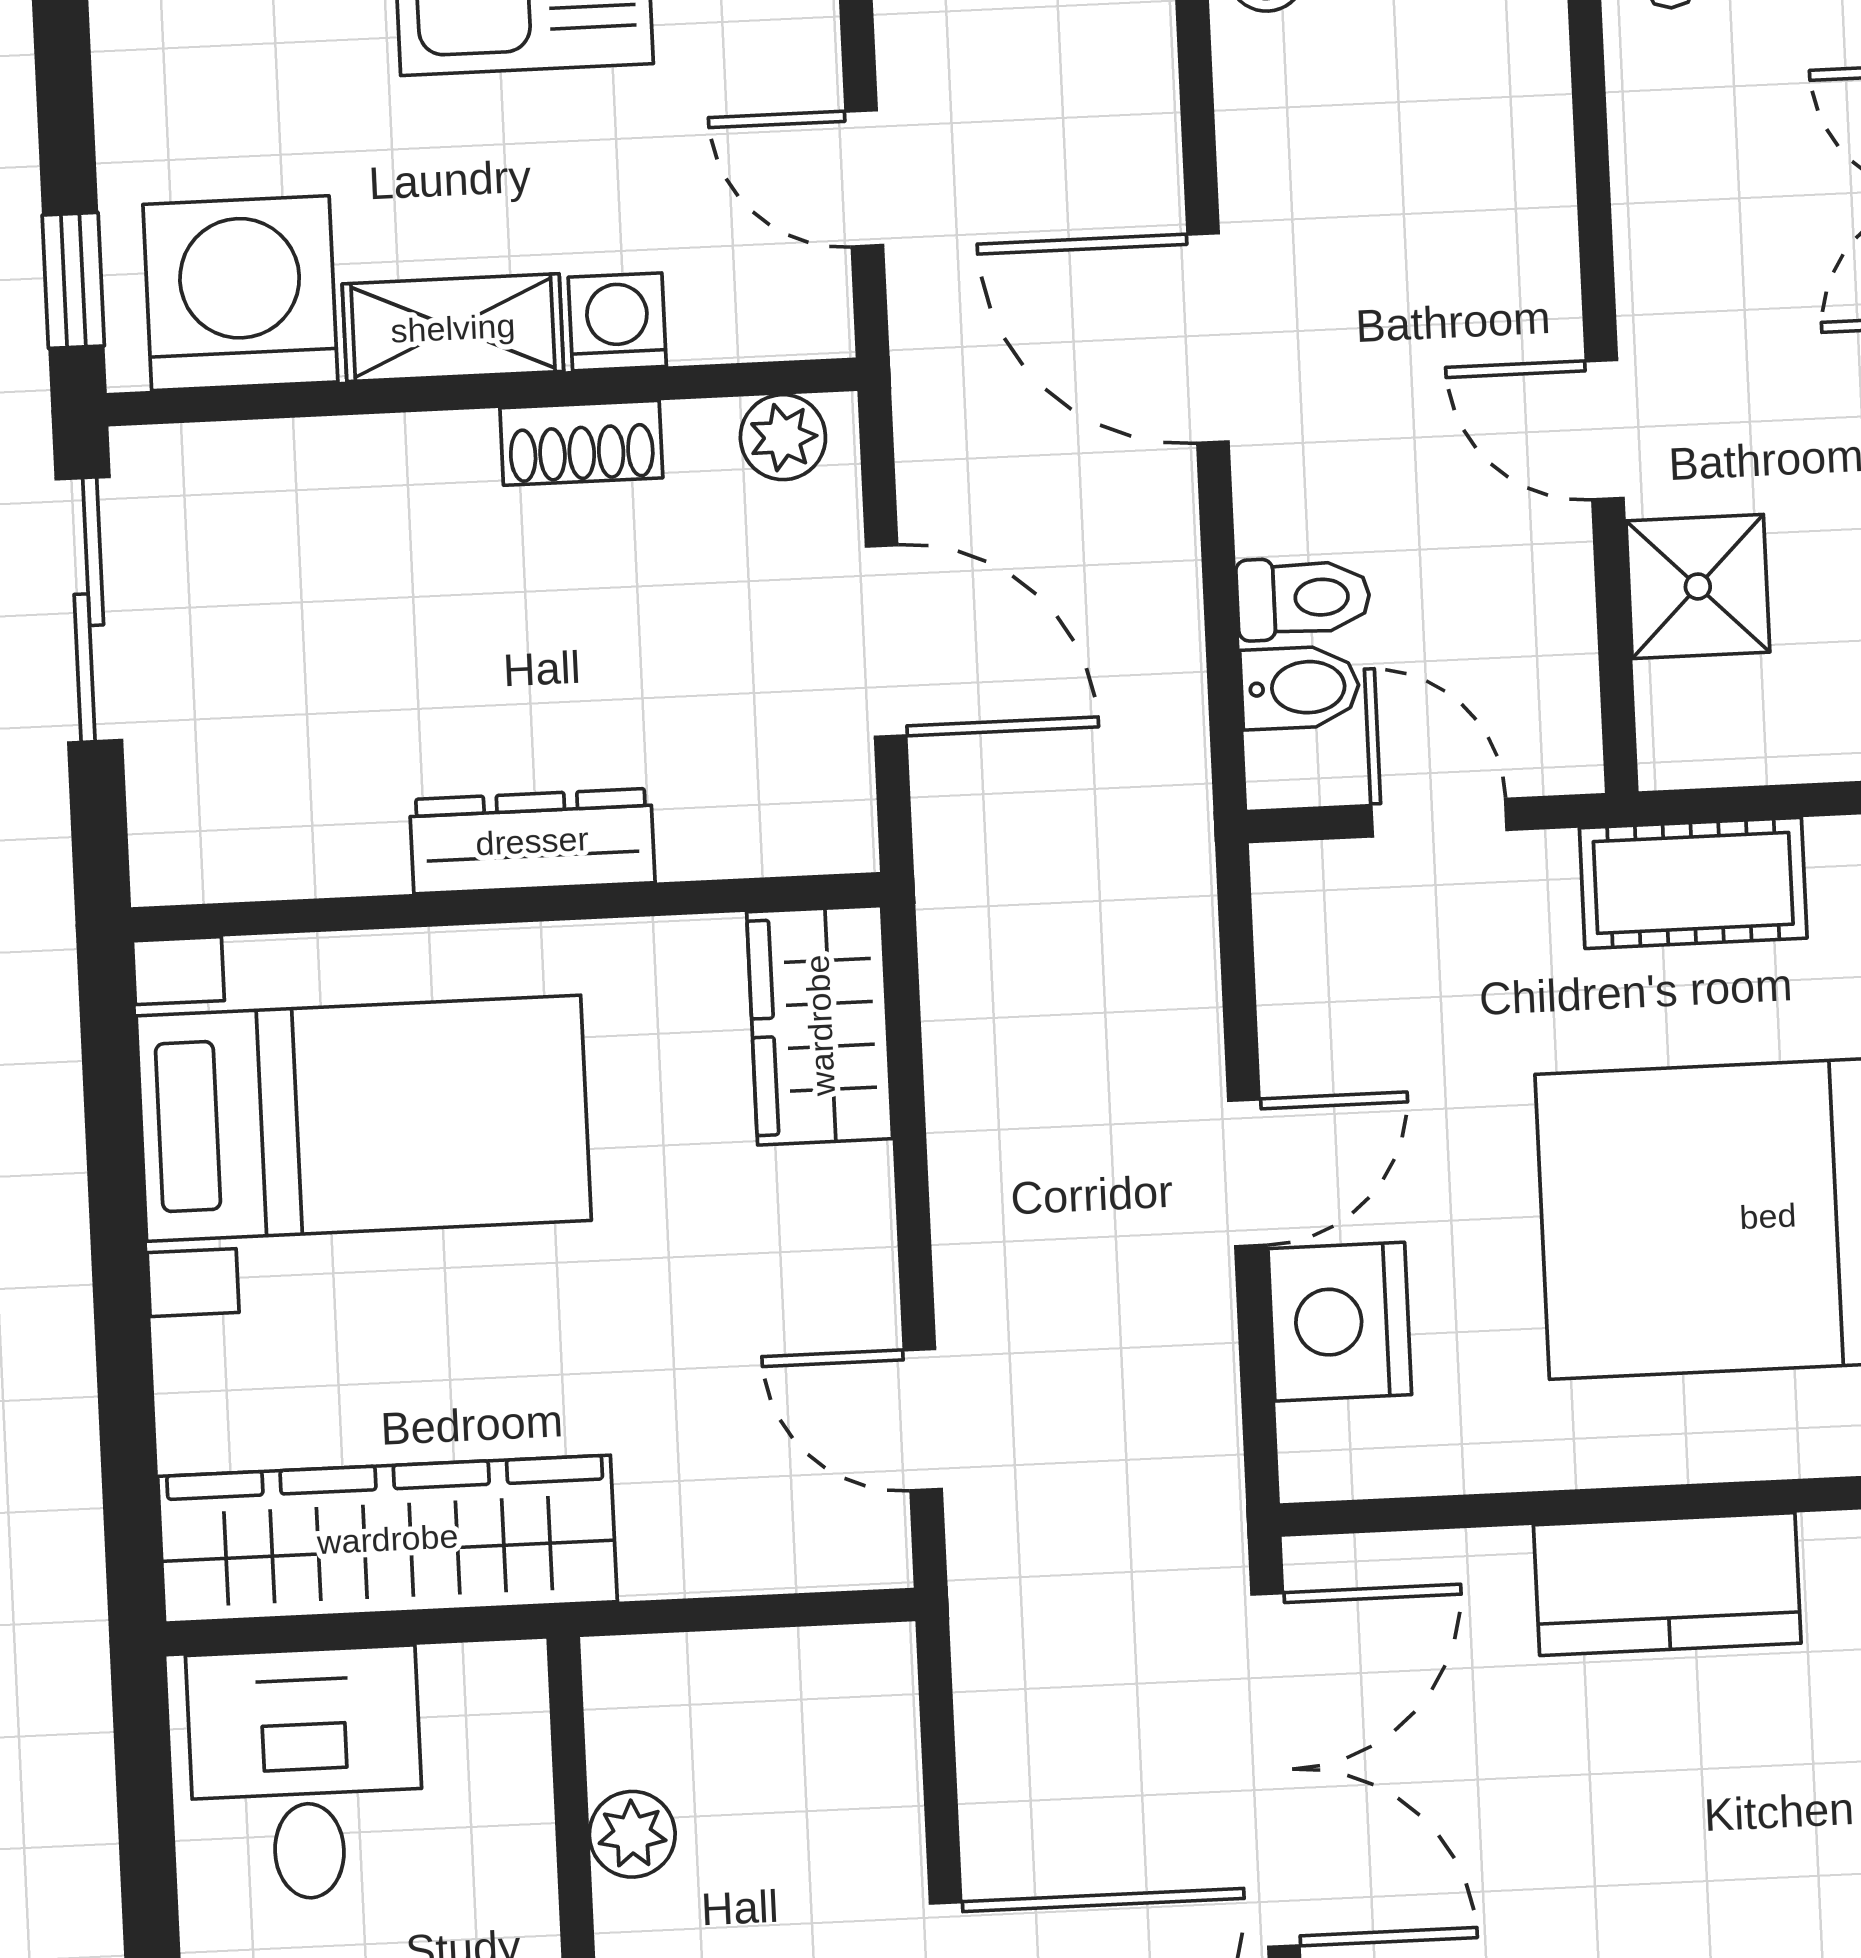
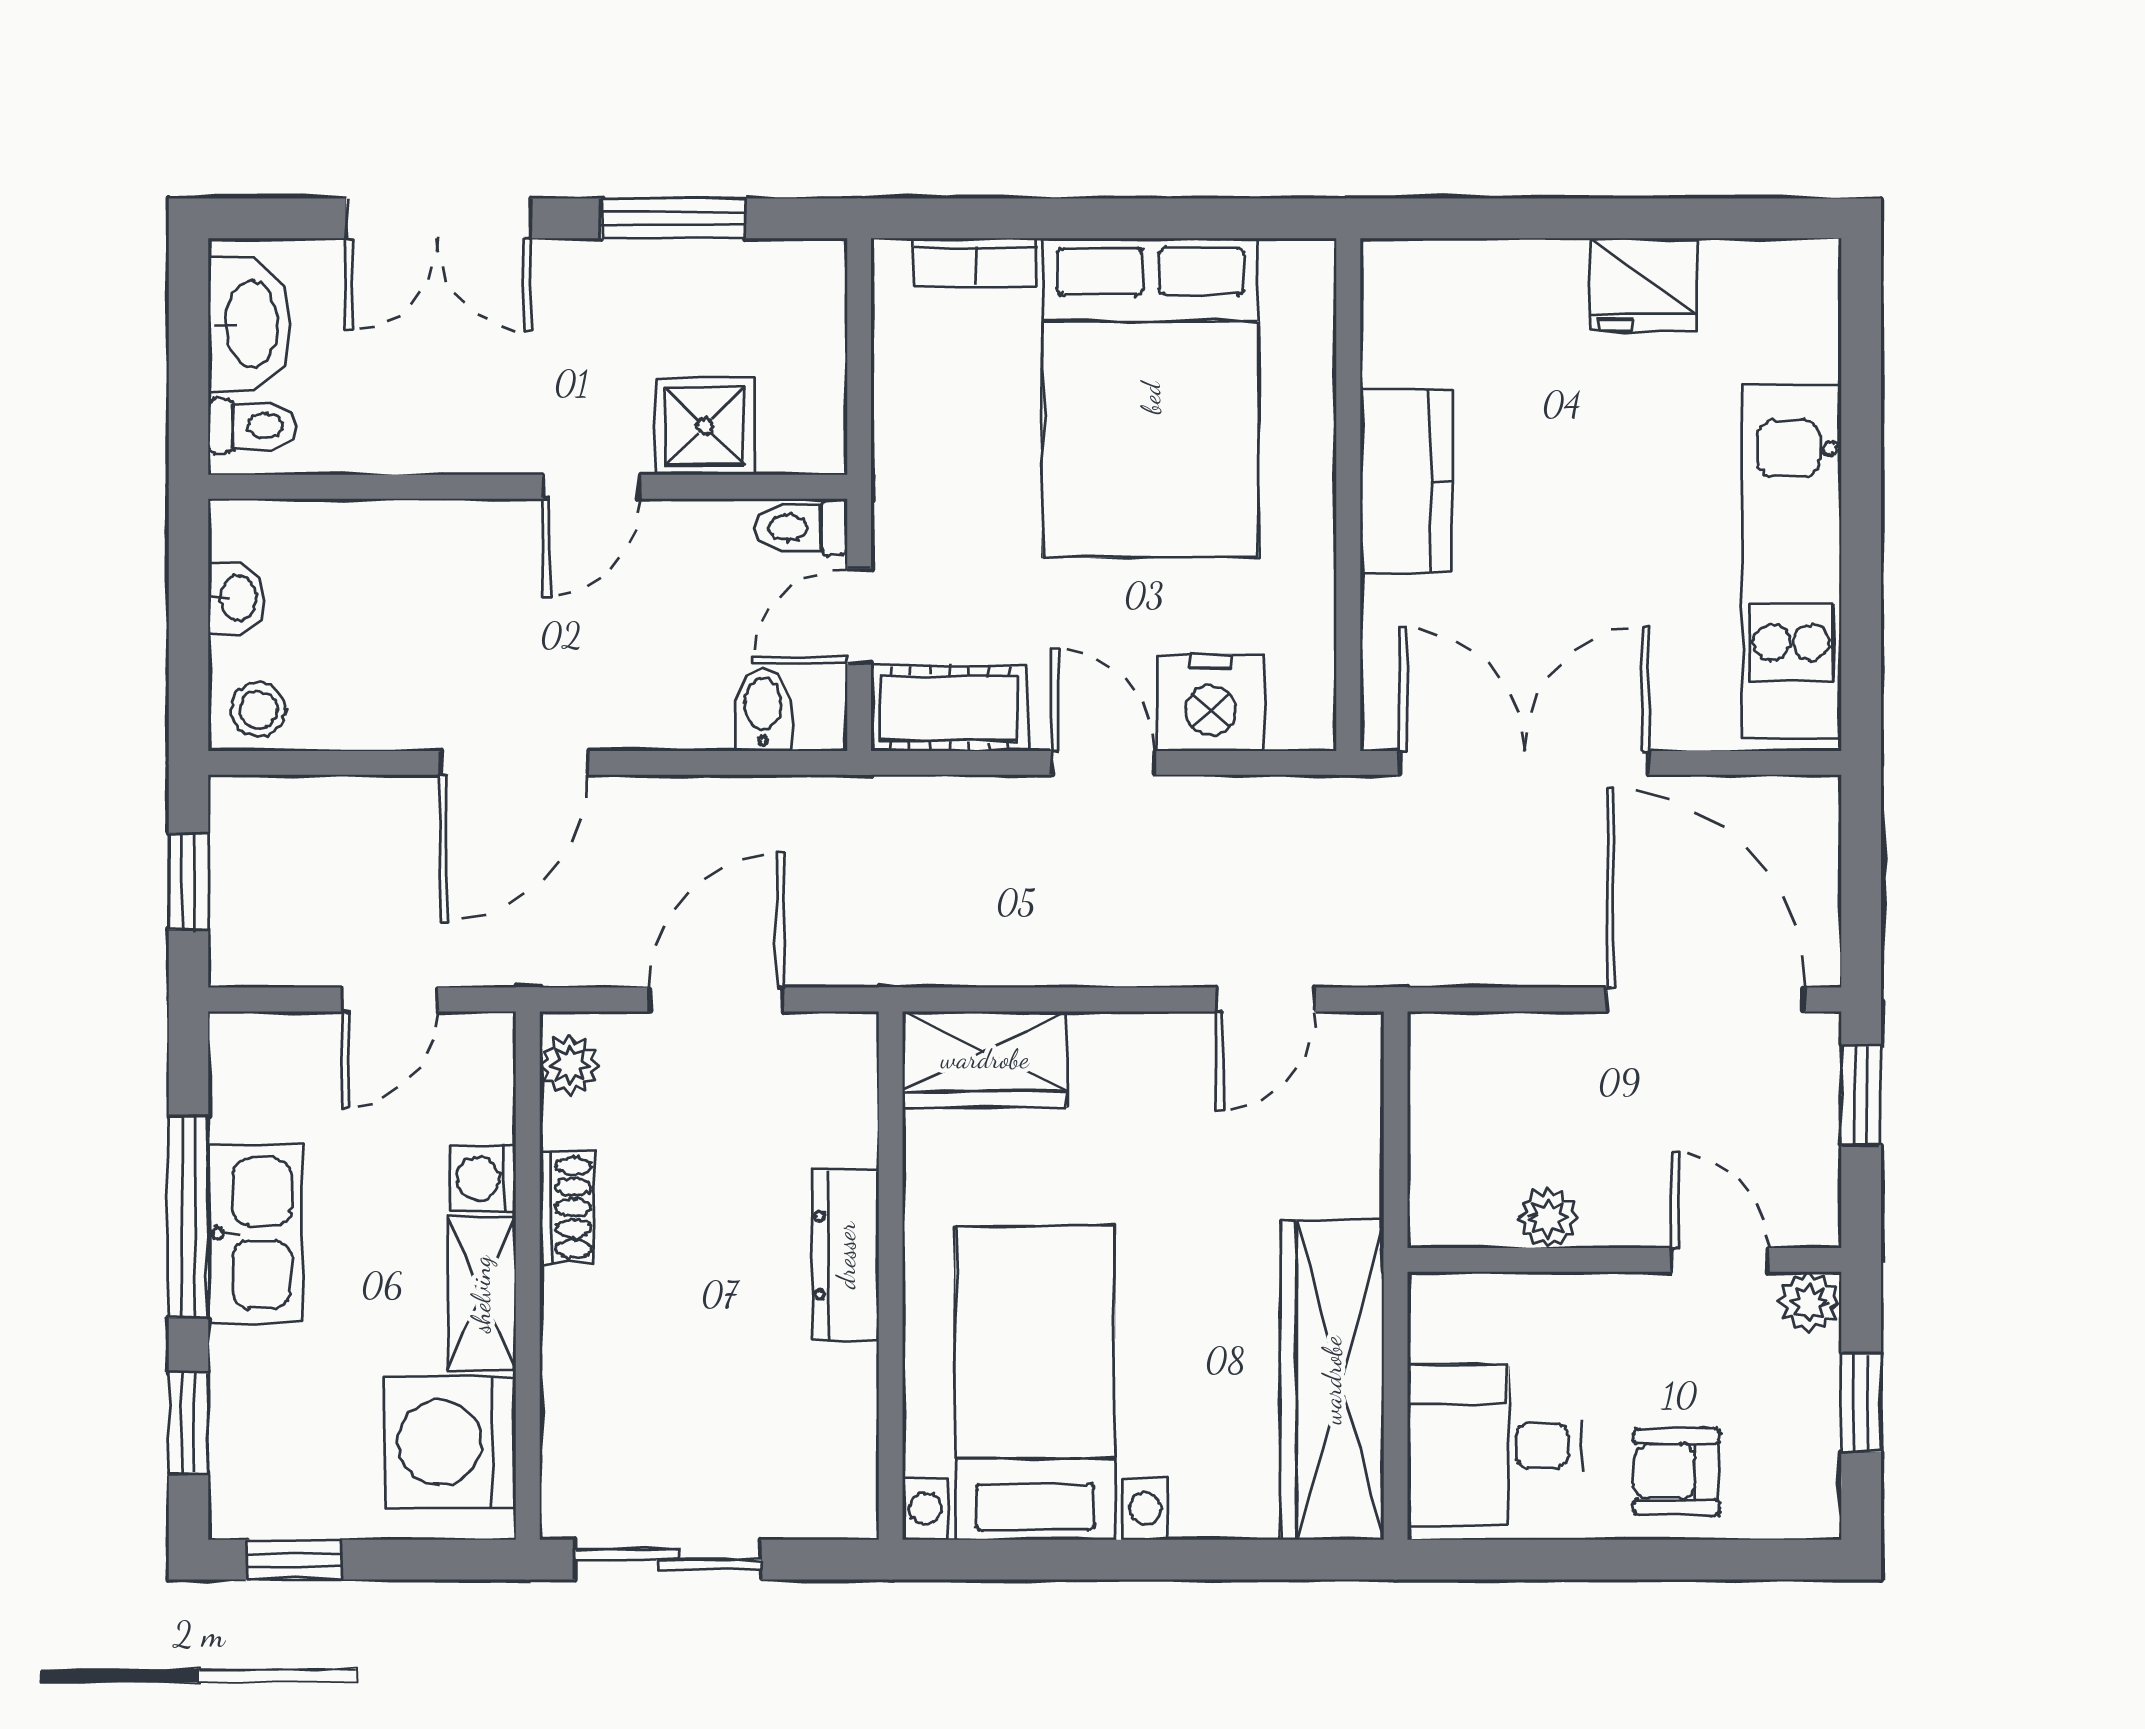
window: (73, 280) -> (294, 1560), moved
toilet: (1303, 598) -> (801, 527), moved, turned -90
cot: (1693, 883) -> (949, 708), moved, turned 90

